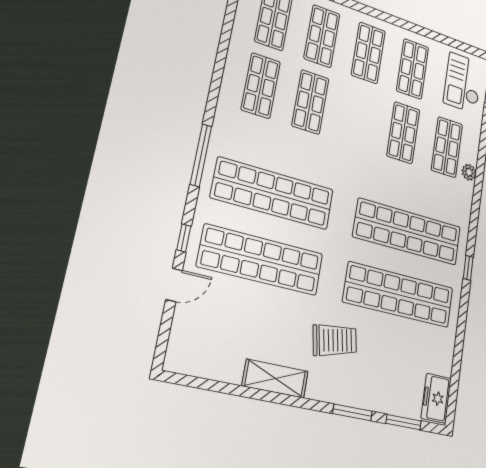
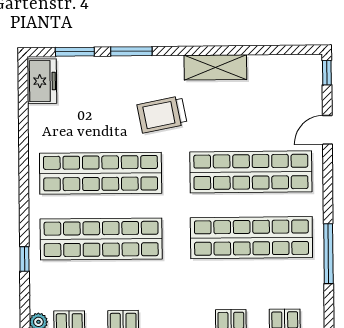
window: (184, 238) -> (327, 73), moved
window: (468, 268) -> (24, 259), moved

